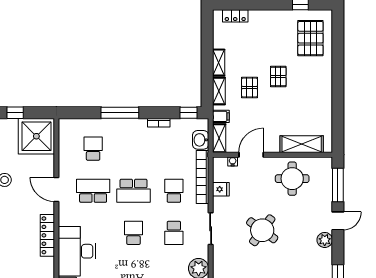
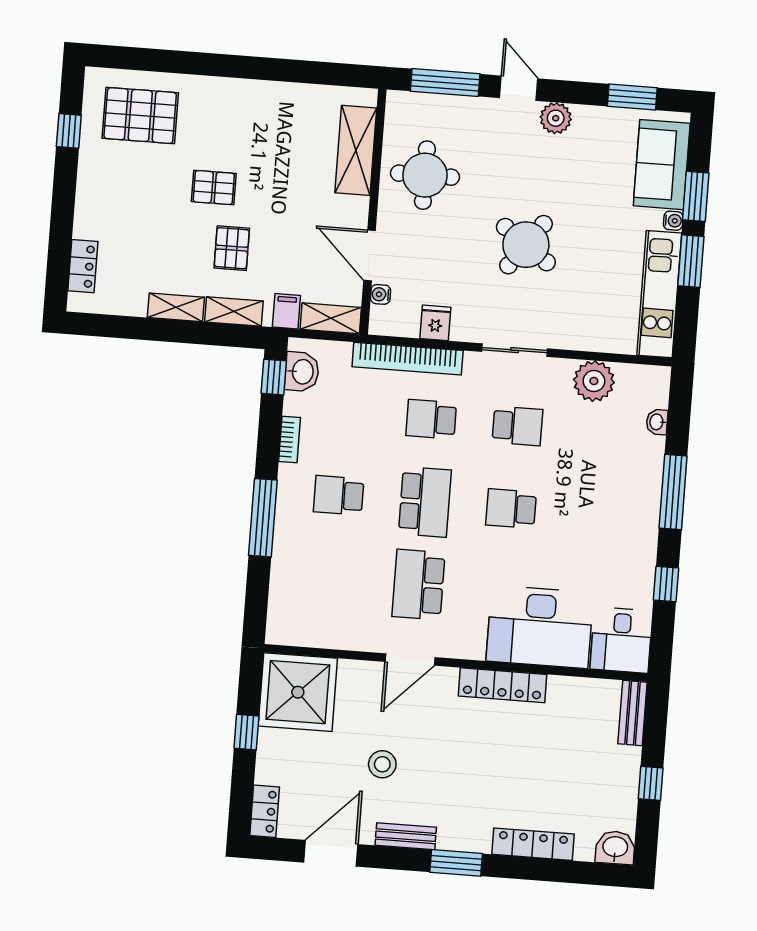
pallet: (250, 88) -> (232, 248), turned 90
washbasin: (201, 140) -> (302, 372), moved, turned -90
school desk: (93, 149) -> (339, 495), moved

